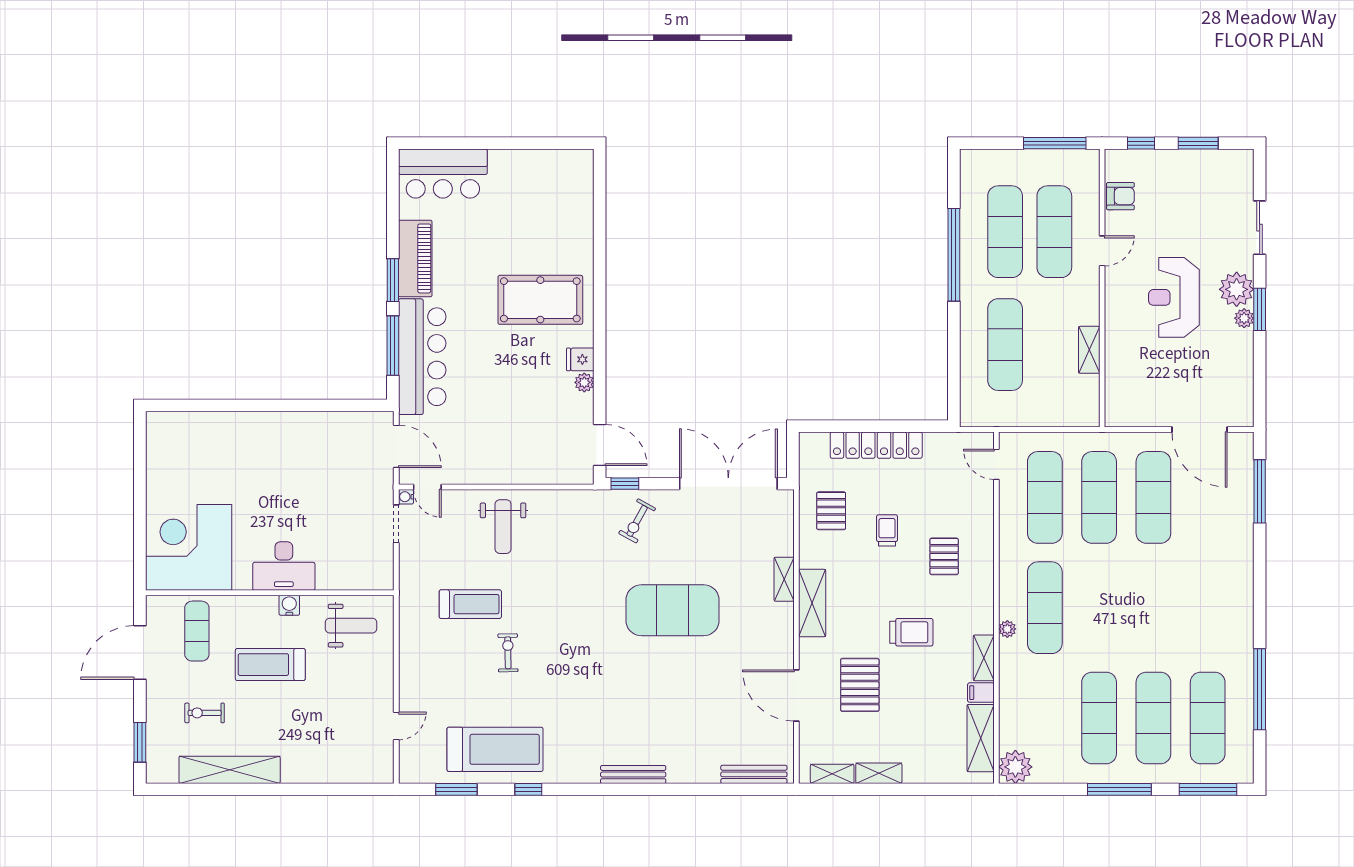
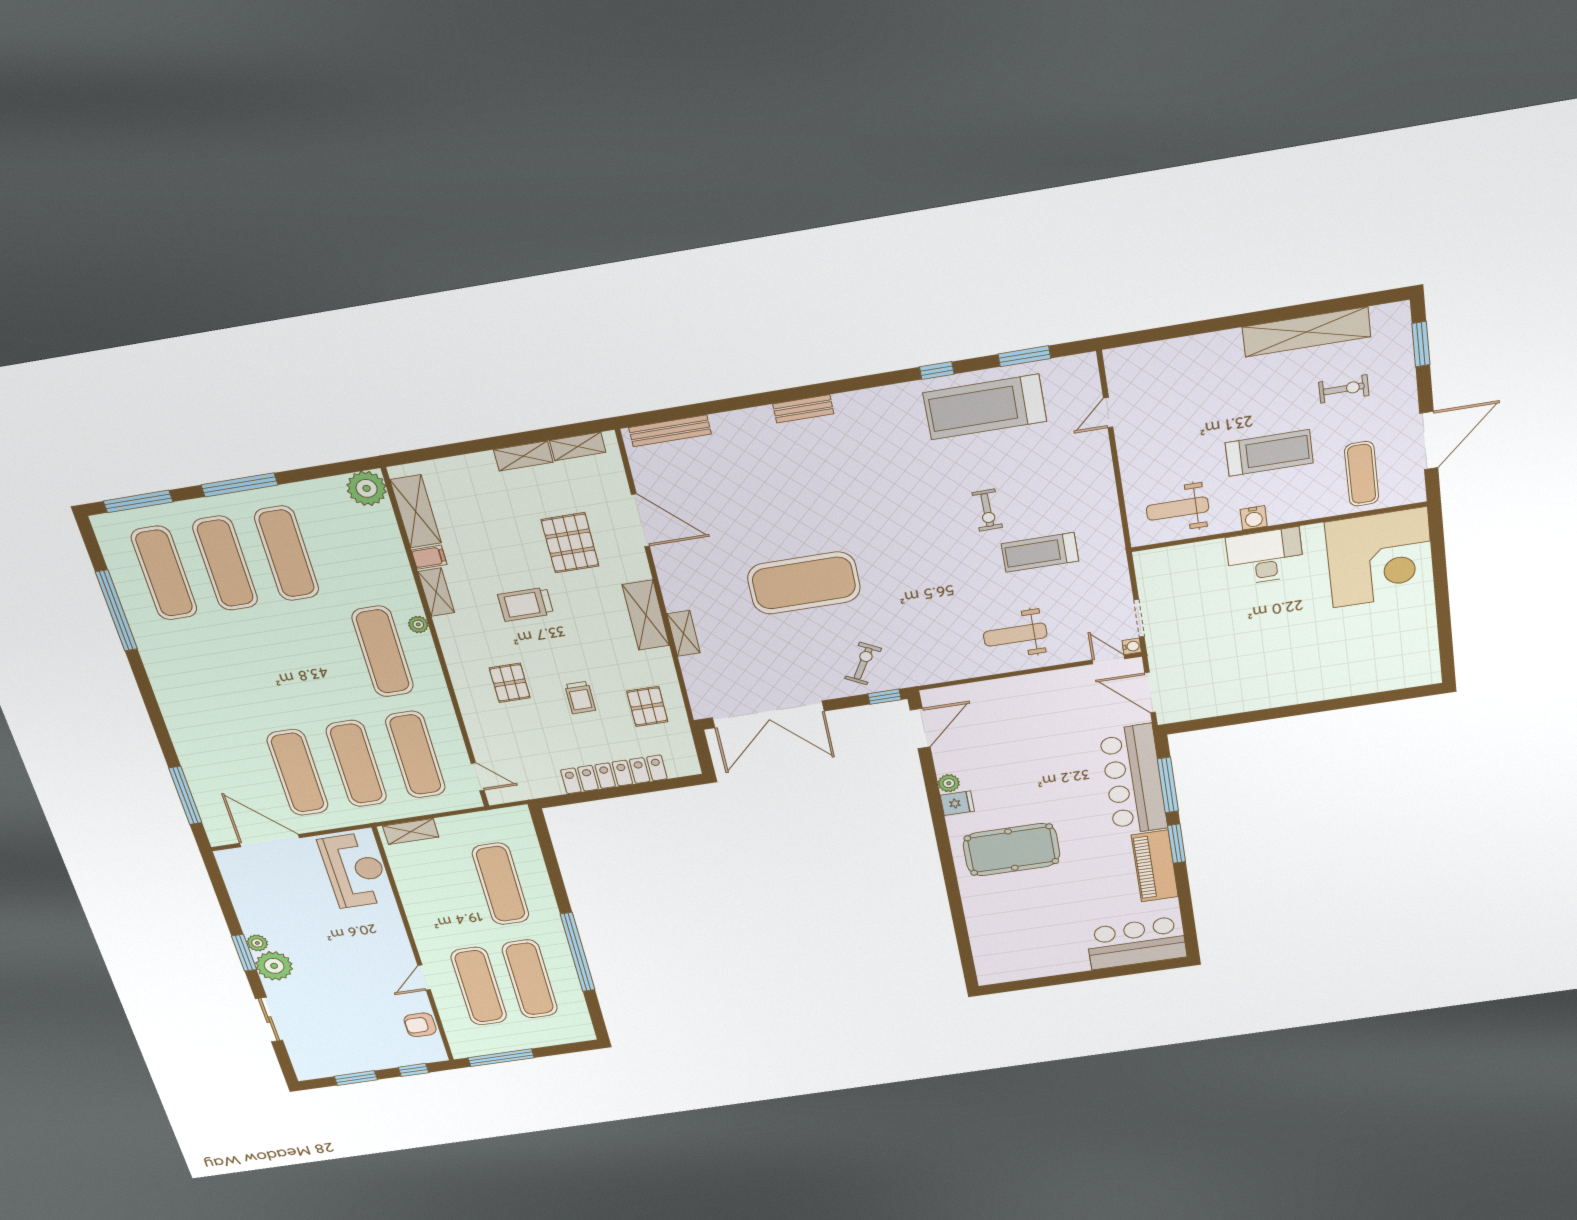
reception desk: (1174, 297) -> (355, 870), moved
shelving: (1089, 350) -> (411, 831), moved, turned 90
door: (600, 445) -> (920, 728), swing flipped
weight bench: (503, 527) -> (1015, 635), turned -90
bench: (633, 775) -> (803, 409), width x0.73

